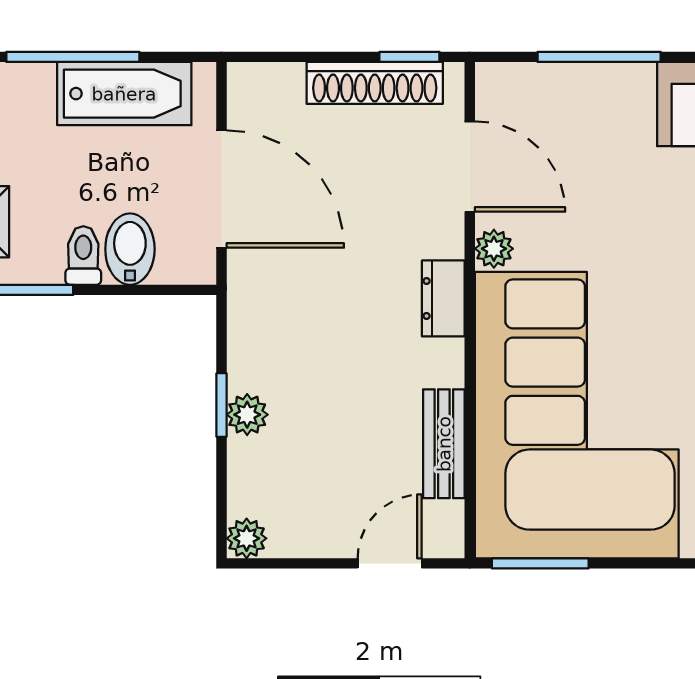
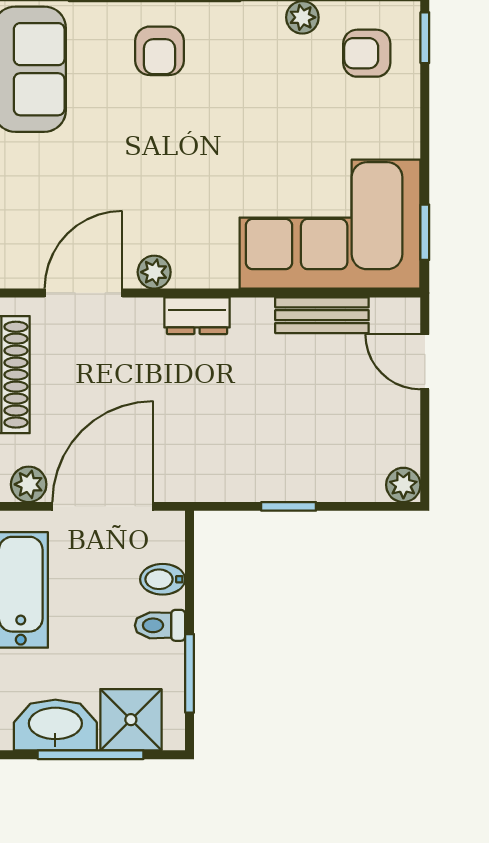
bidet: (130, 249) -> (163, 579), width x0.72, depth x0.74
plant: (247, 415) -> (29, 484), moved
corner sofa: (577, 415) -> (330, 224), width x0.73, depth x0.74
window: (540, 563) -> (425, 232), width x0.67

